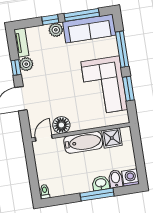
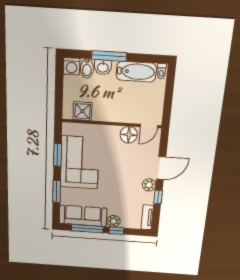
window: (122, 49) -> (57, 192), width x0.69
plant: (26, 64) -> (149, 185), moved
bathtub: (83, 142) -> (136, 72), moved, turned 180

